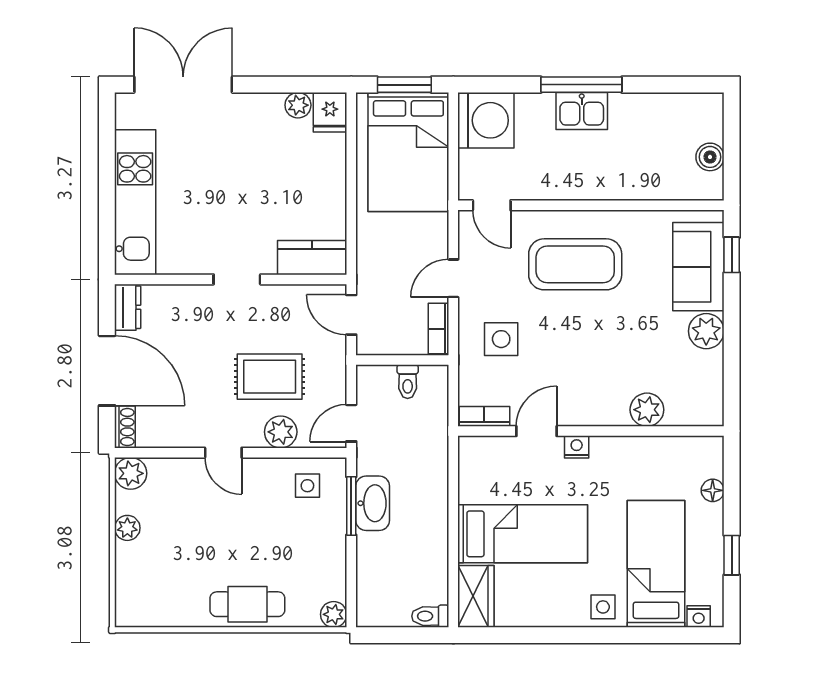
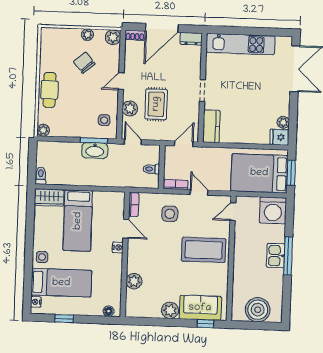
boiler: (710, 157) -> (258, 310), width x1.86, depth x1.86
coffee table: (575, 264) -> (204, 250), turned 90
floor lamp: (713, 490) -> (109, 311), moved
chair: (187, 532) -> (84, 63), added

